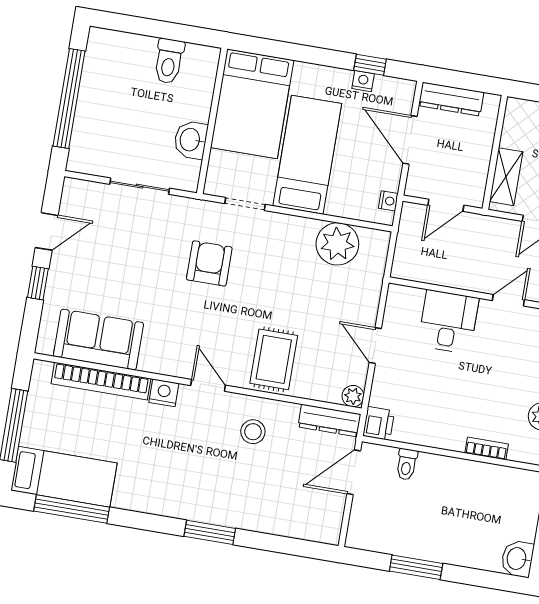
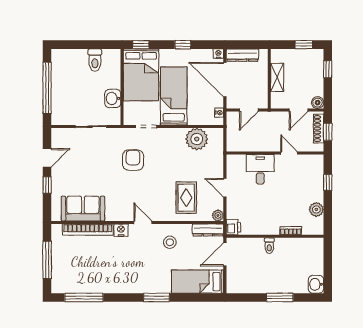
window: (261, 46) -> (141, 45), added
window: (370, 65) -> (183, 45), moved
nightstand: (363, 81) -> (218, 54), moved
door: (410, 140) -> (225, 80), width x1.36
shelving: (506, 177) -> (277, 77), moved
door: (508, 300) -> (289, 153), hinge flipped
rug: (274, 359) -> (186, 198), moved
toilet: (407, 464) -> (269, 246), moved
bed: (64, 477) -> (198, 282), moved, turned 180
window: (416, 567) -> (280, 297), moved

